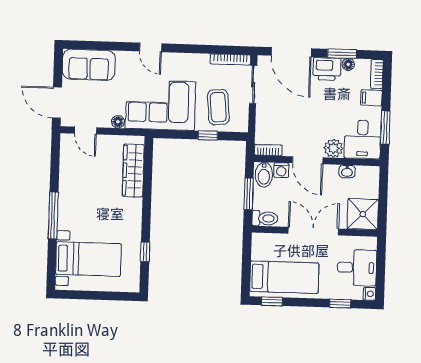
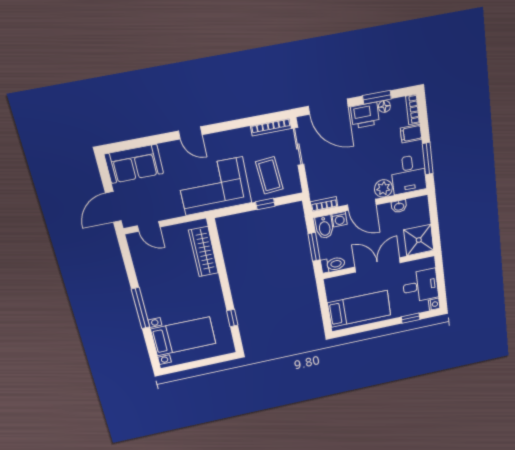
door: (57, 103) -> (113, 207), hinge flipped
floor lamp: (118, 122) -> (177, 211), removed
window: (272, 301) -> (352, 331), removed

